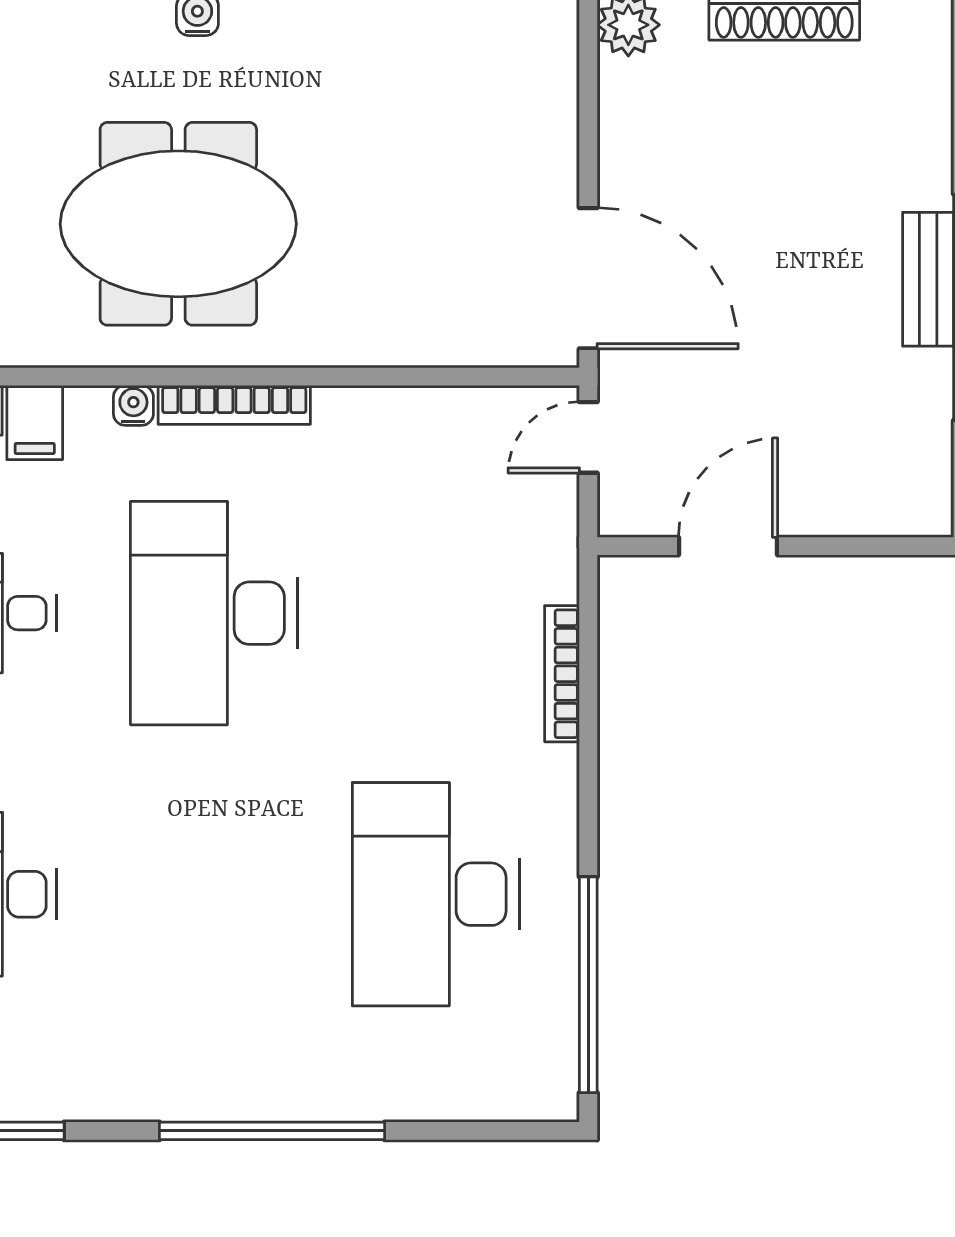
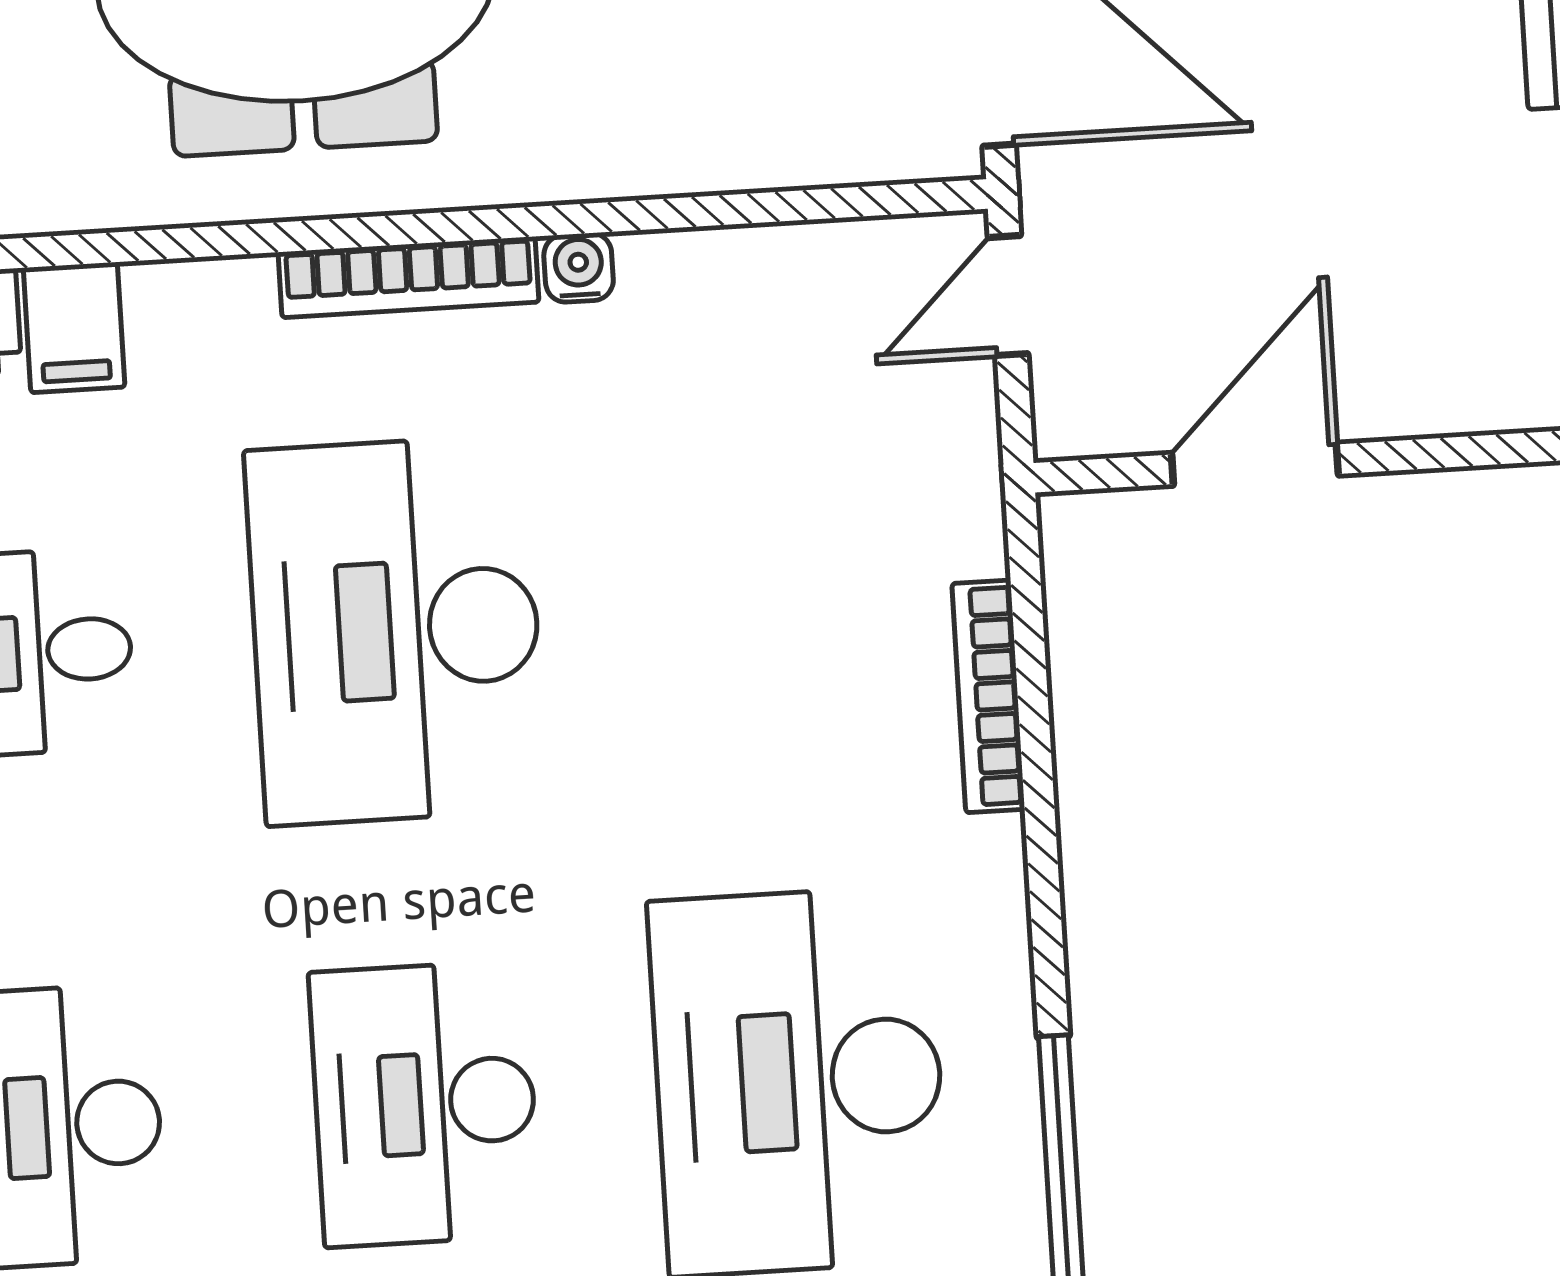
water cooler: (133, 405) -> (579, 268), moved
desk: (214, 894) -> (425, 1104), added

